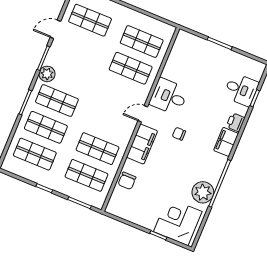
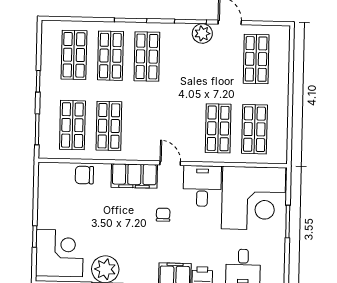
corner desk: (193, 62) -> (254, 198), added
plant: (47, 74) -> (202, 33), moved

